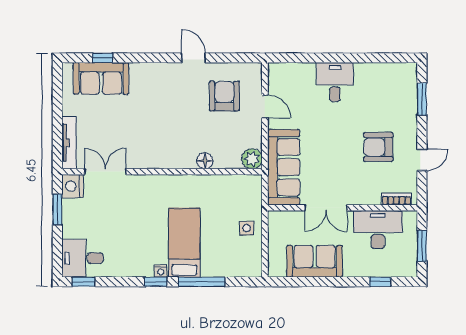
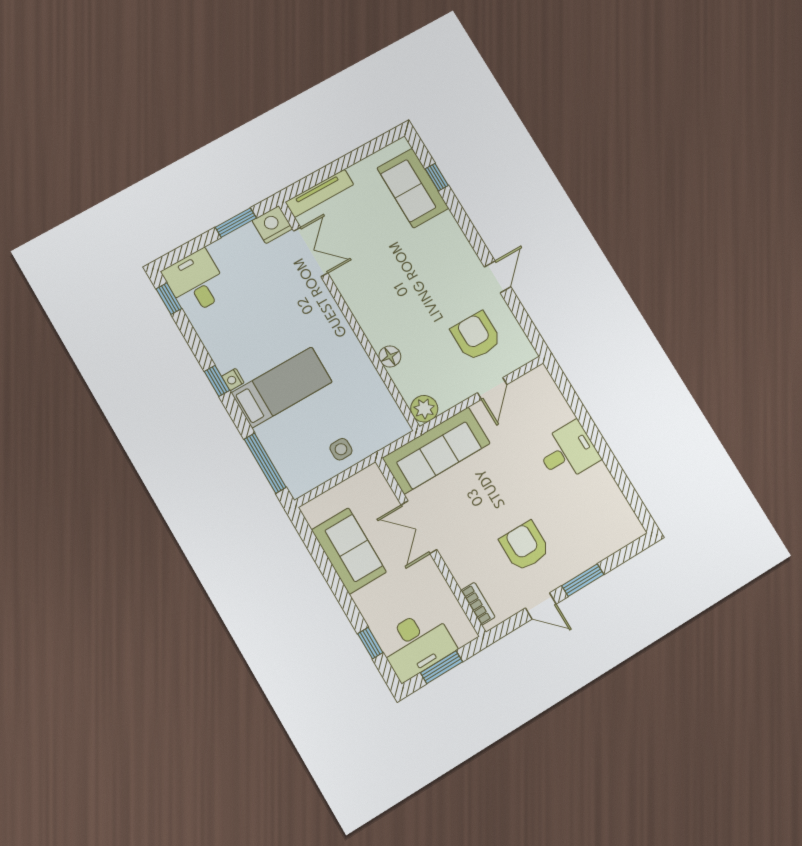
armchair: (224, 96) -> (476, 336), turned -90
window: (422, 99) -> (583, 580), moved
desk: (378, 230) -> (417, 644), moved, turned 90
window: (202, 282) -> (265, 463), moved

